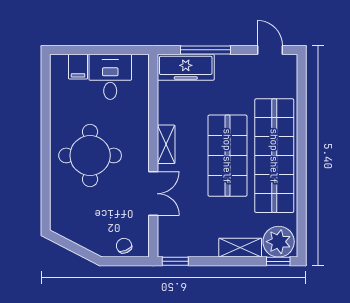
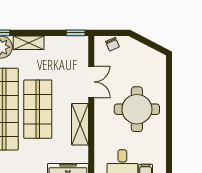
shelving: (166, 144) -> (80, 124), width x1.50, depth x1.33
double door: (153, 194) -> (91, 82), swing flipped

